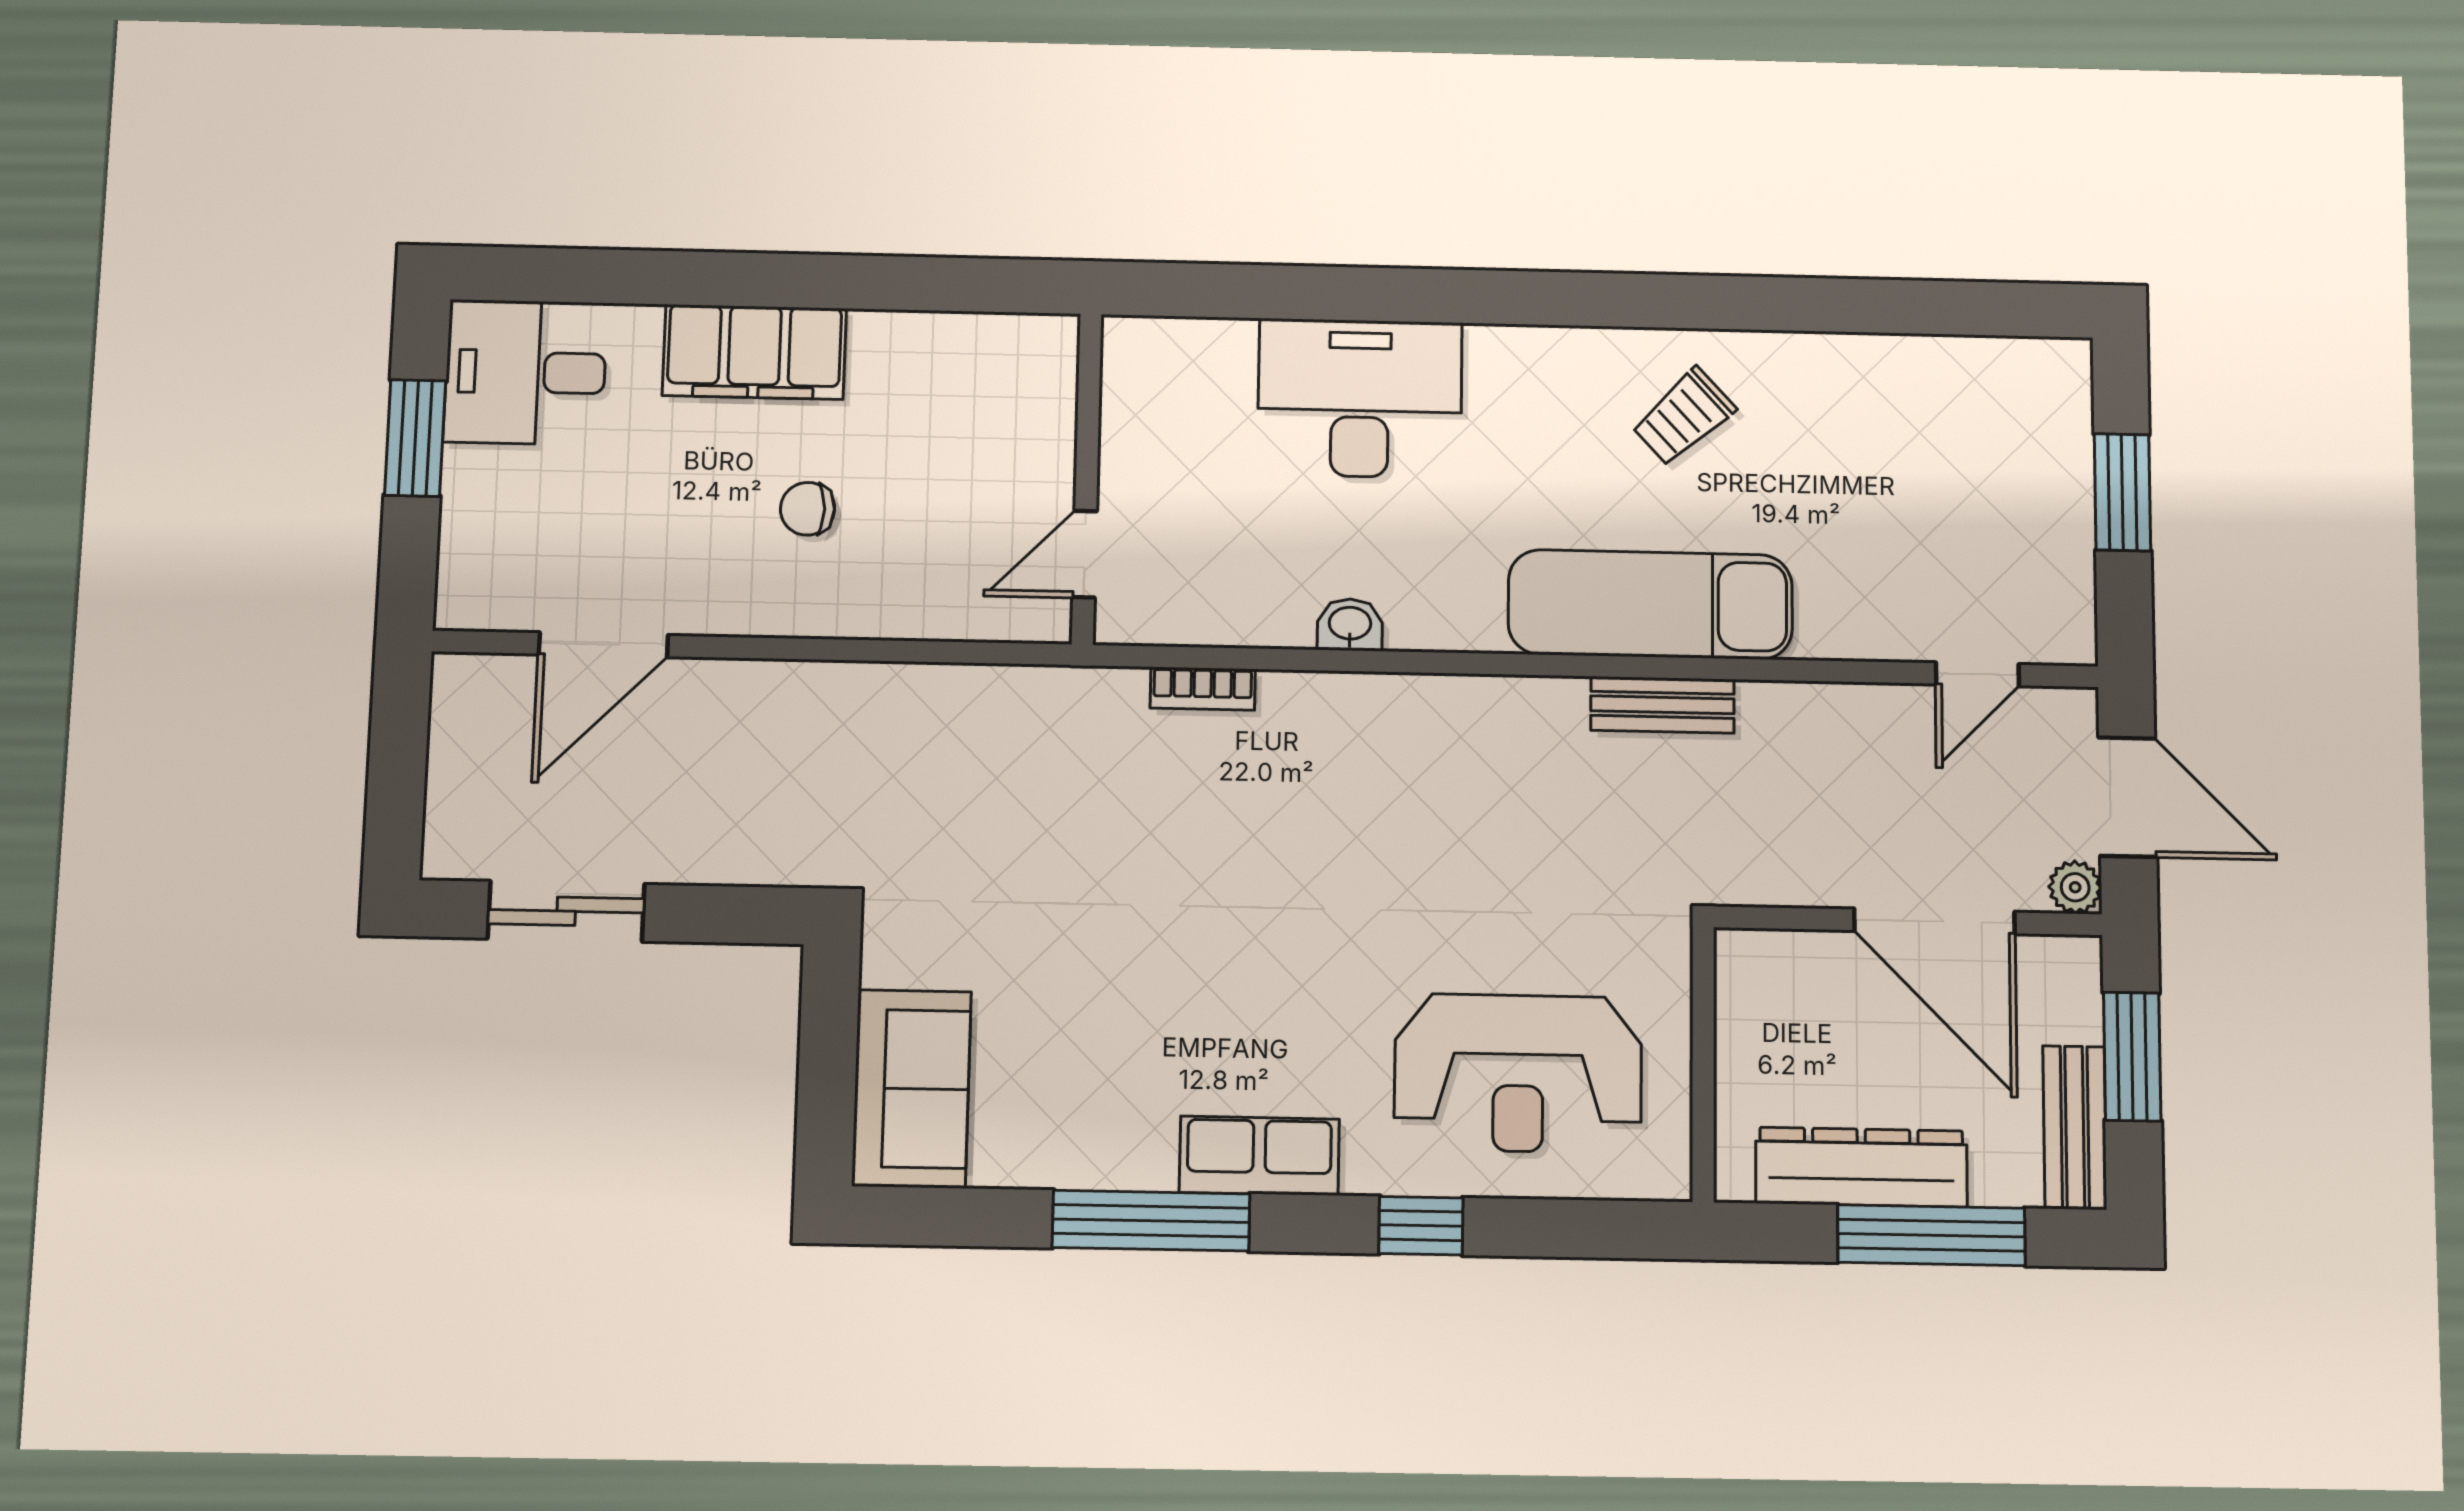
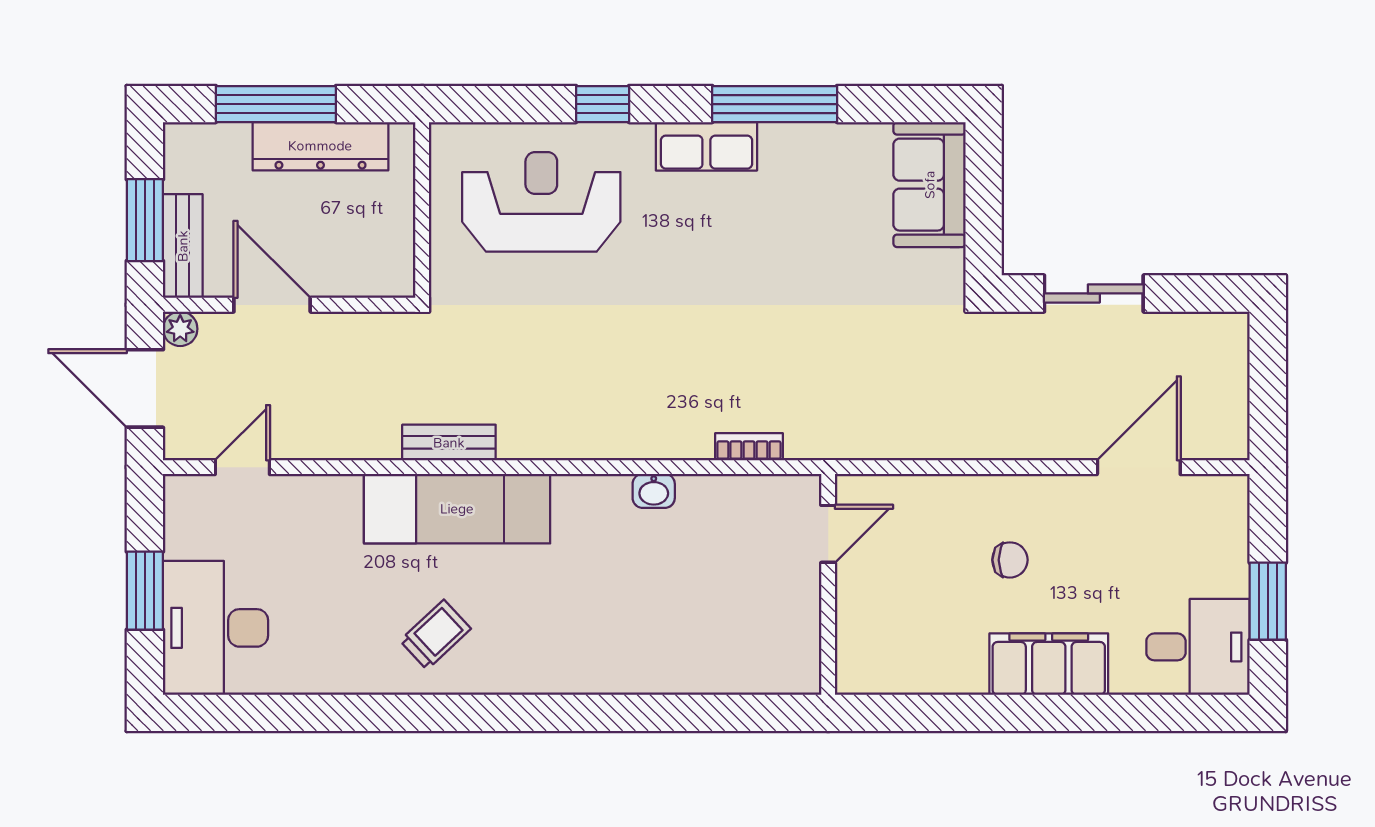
desk: (1360, 398) -> (216, 628), moved, turned 90
sliding door: (566, 911) -> (1094, 293), moved
door: (1934, 921) -> (272, 305), width x0.73
bench: (2075, 1128) -> (183, 246), moved

